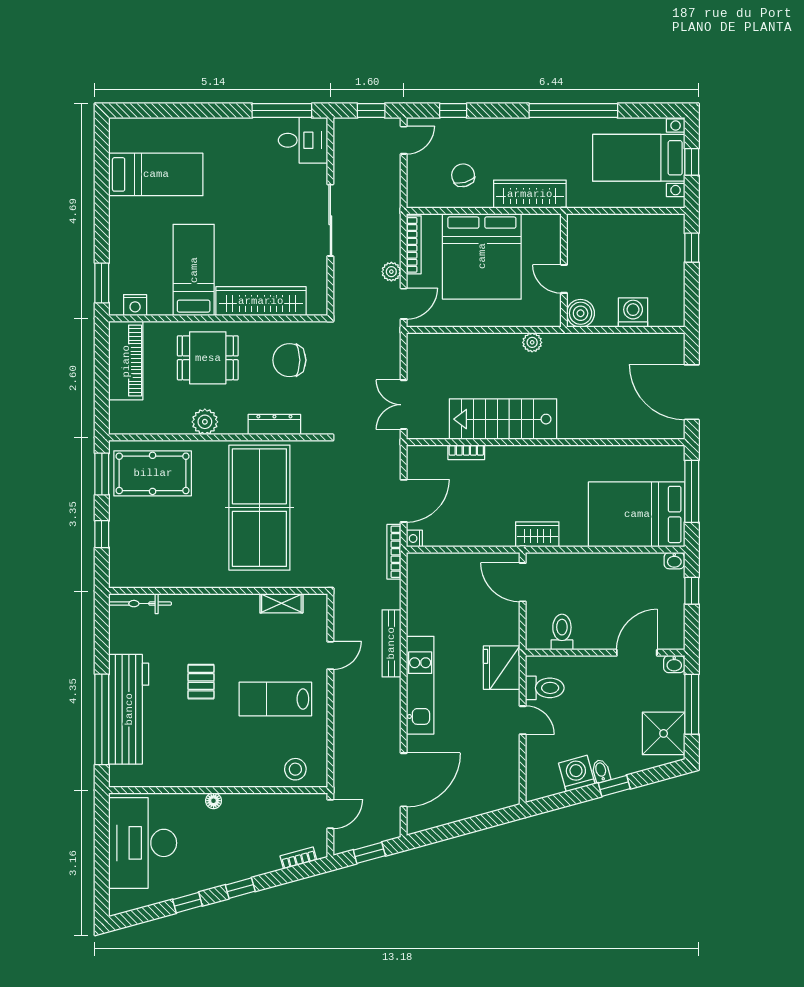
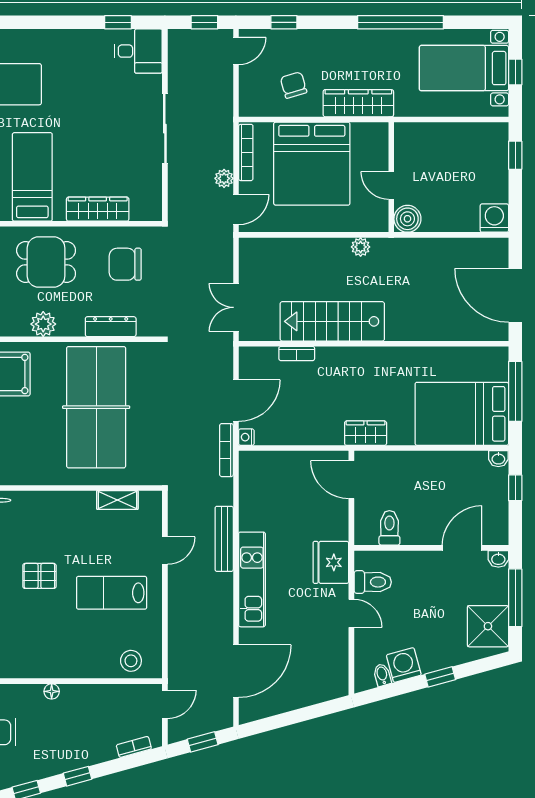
window: (282, 111) -> (118, 22), width x0.46
wardrobe: (261, 301) -> (98, 209), width x0.71, depth x0.85
washing machine: (633, 313) -> (494, 218), moved
pallet: (201, 682) -> (39, 576), turned 90
bidet: (601, 771) -> (382, 675), moved

